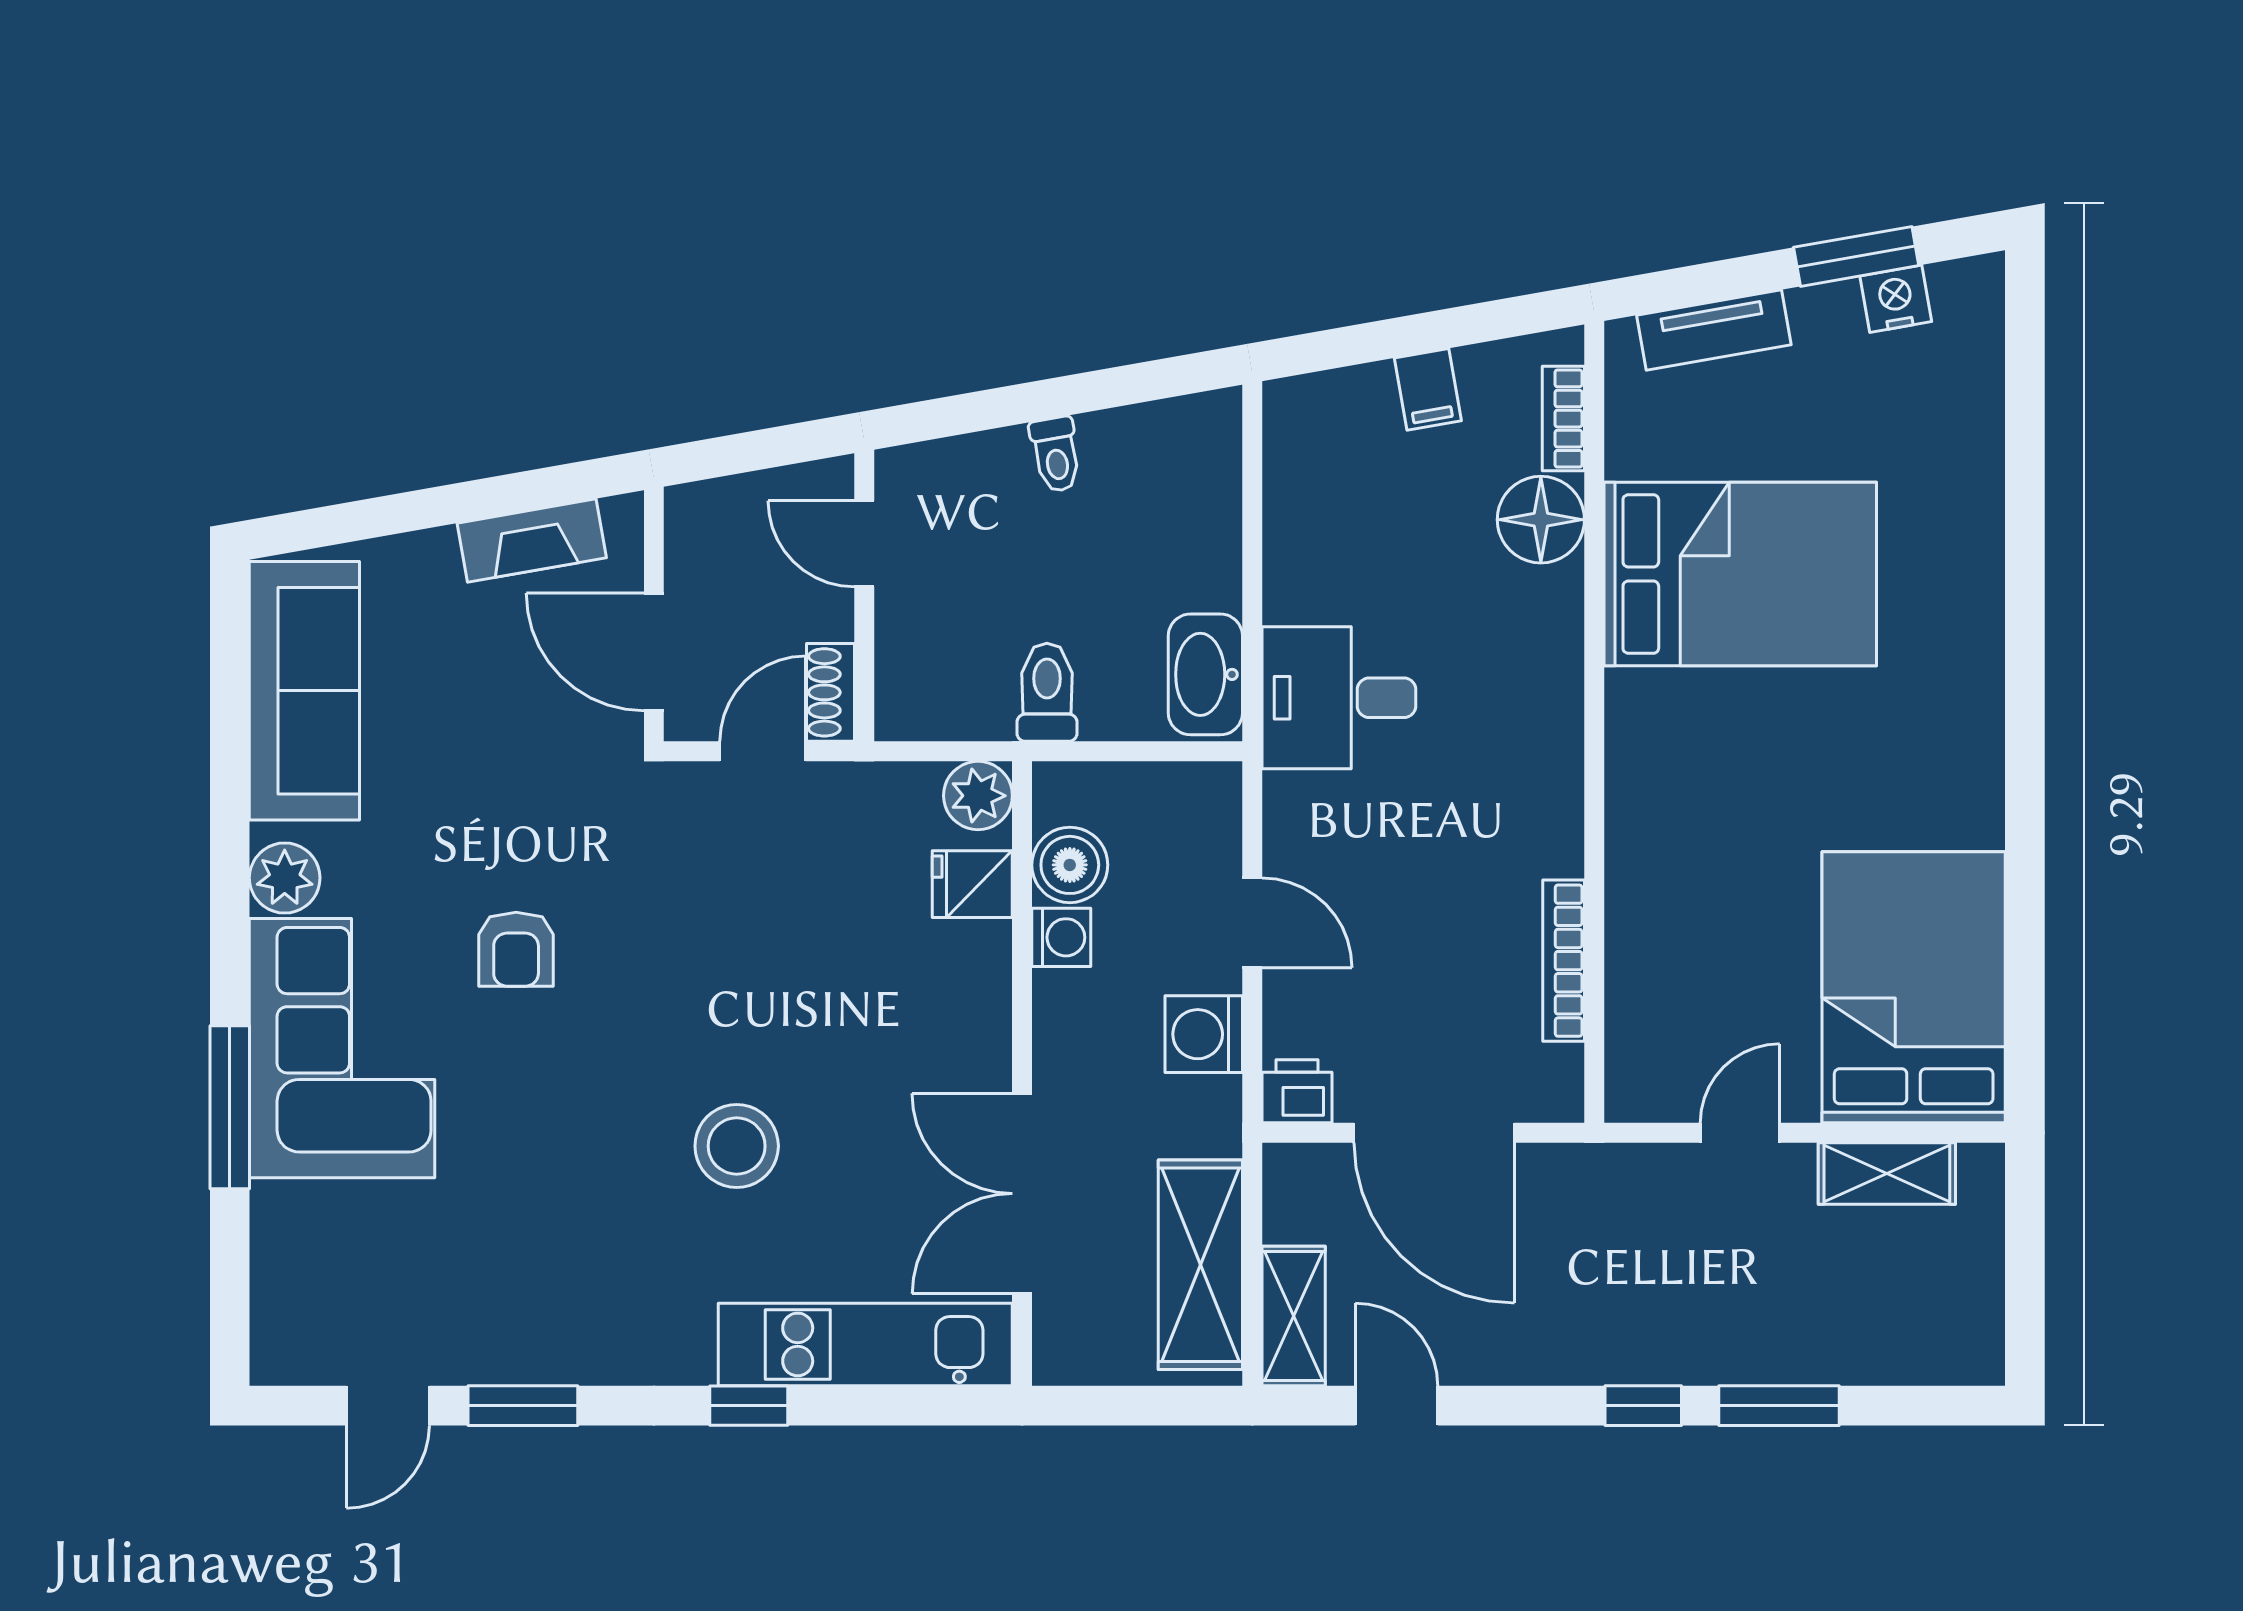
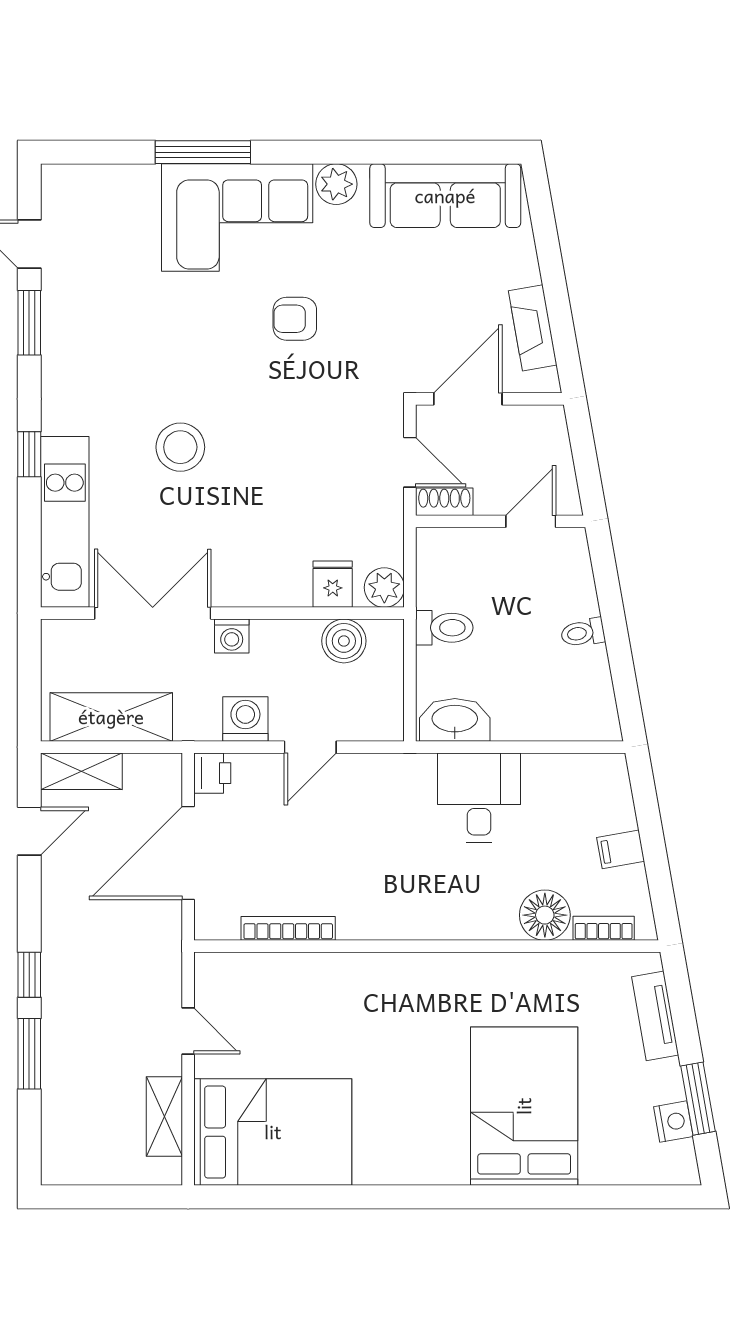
bed: (1740, 574) -> (524, 1106), moved, turned 180
desk: (1339, 698) -> (479, 798), moved
washing machine: (1061, 937) -> (232, 636), moved

